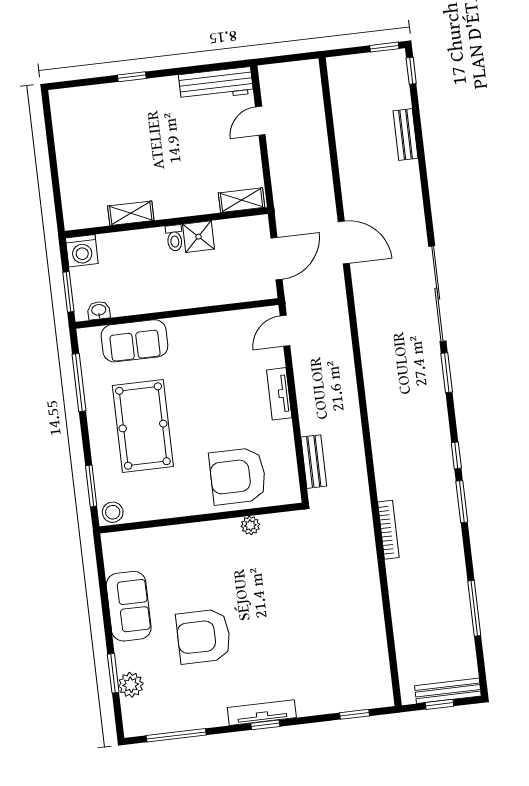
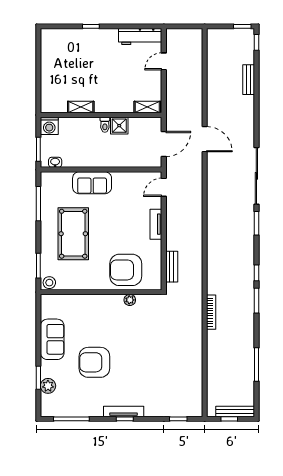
sofa: (134, 341) -> (92, 183), moved

